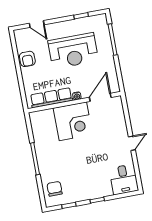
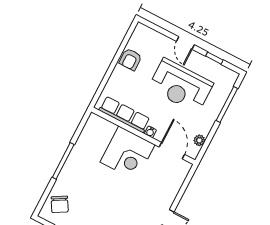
door: (37, 24) -> (185, 43), moved
plant: (113, 77) -> (199, 140), added
door: (100, 97) -> (172, 151), hinge flipped
chair: (55, 189) -> (60, 204), turned 150

